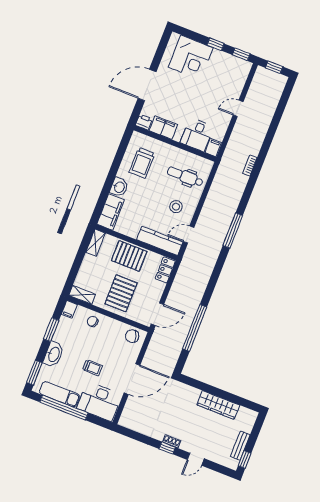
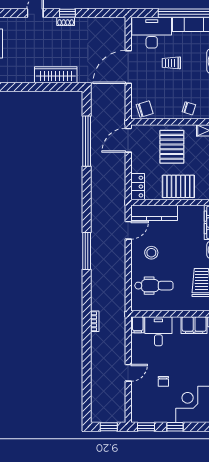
chair: (210, 88) -> (163, 381), added
wardrobe: (218, 405) -> (56, 75), moved

